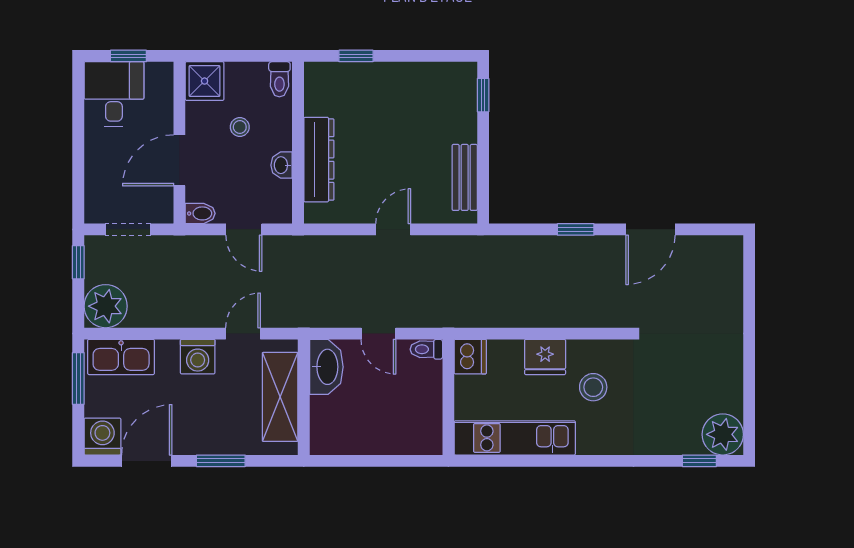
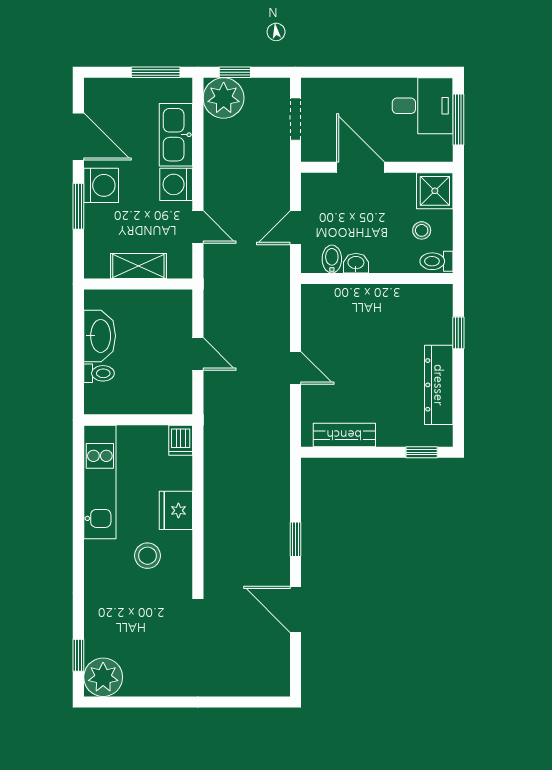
window: (128, 56) -> (458, 119), width x1.50
stool: (240, 127) -> (422, 230), moved
dresser: (319, 160) -> (439, 385), moved, turned 90
bidet: (200, 213) -> (332, 259), moved, turned 180
window: (78, 262) -> (235, 72), moved
door: (378, 334) -> (198, 354), swing flipped
toilet: (426, 349) -> (99, 373), moved, turned 90
kitchen sink: (121, 357) -> (176, 135), moved
dishwasher: (470, 357) -> (181, 440), width x0.73
washbasin: (326, 367) -> (100, 336), moved, turned -90
shelving: (280, 397) -> (138, 266), width x0.67, depth x0.75
washing machine: (102, 437) -> (101, 185), moved

